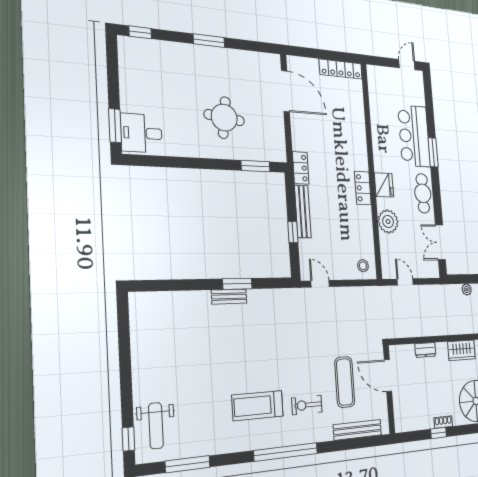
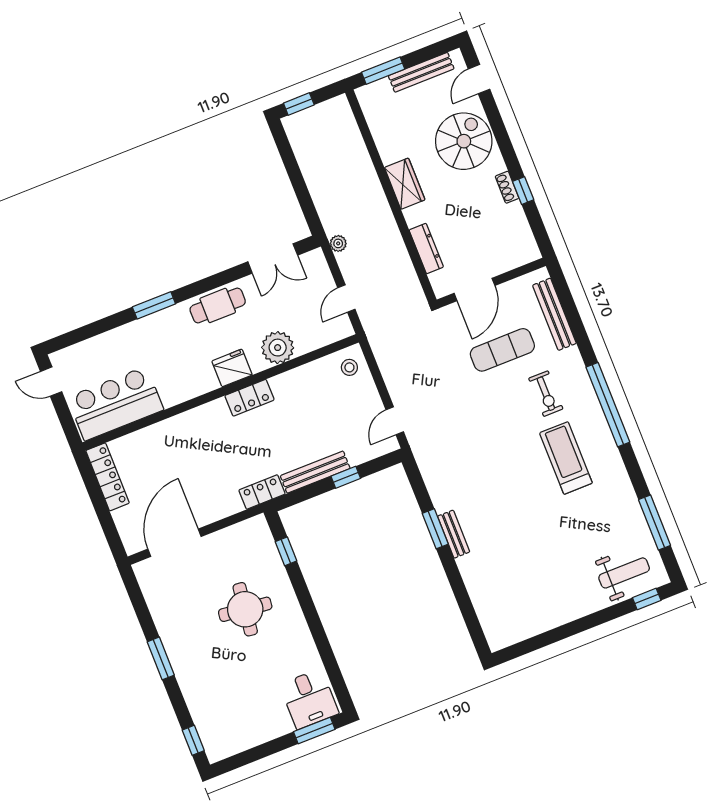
bar counter: (414, 136) -> (116, 404), moved, turned 180
window: (256, 166) -> (286, 551), width x0.67
plant: (467, 290) -> (338, 243), moved
dresser: (425, 350) -> (426, 248), width x1.44
treadmill: (258, 406) -> (566, 458), turned 180

